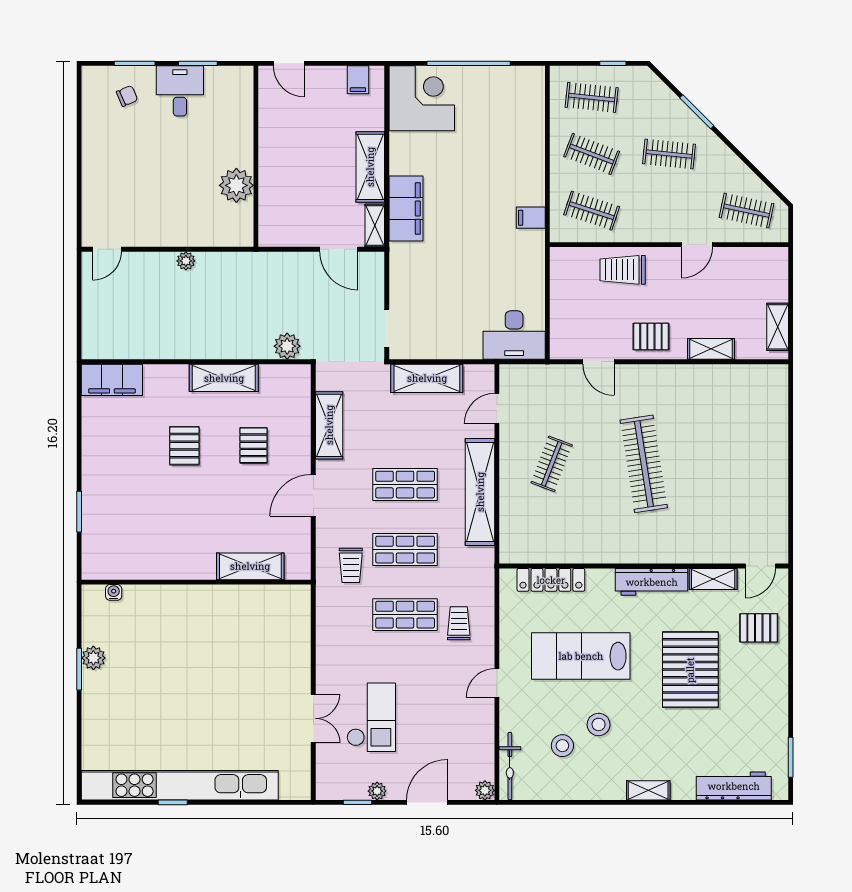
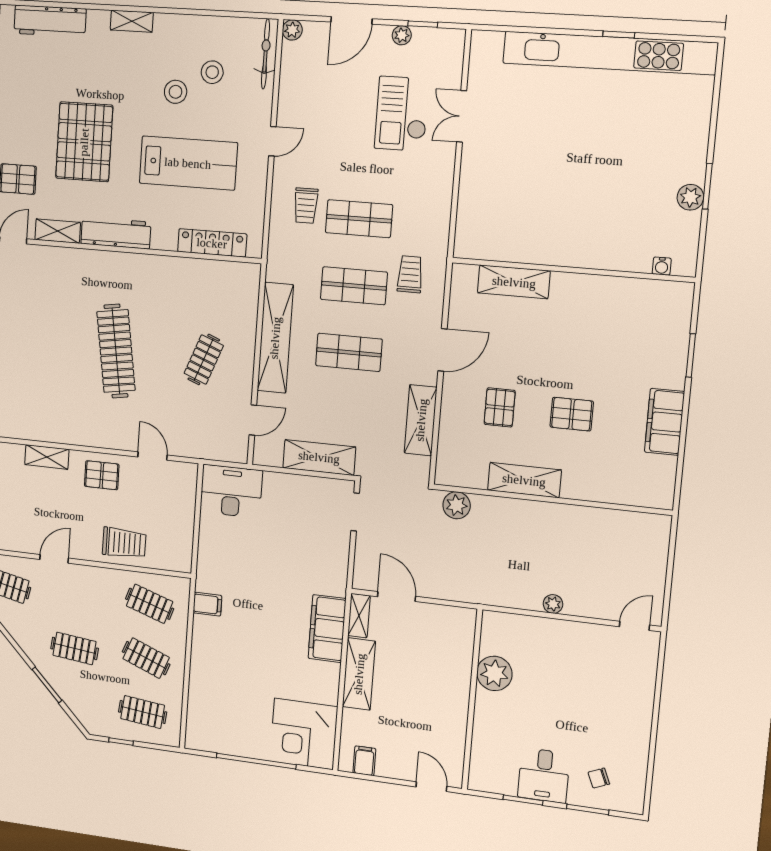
filing cabinet: (112, 380) -> (665, 422), moved, turned -90
pallet: (184, 446) -> (572, 414), turned 90

